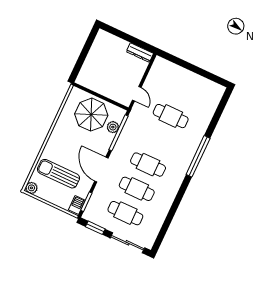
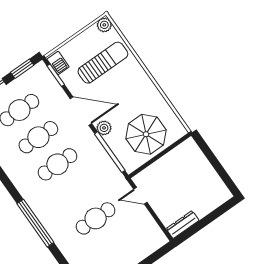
plant: (113, 127) -> (104, 128), moved

